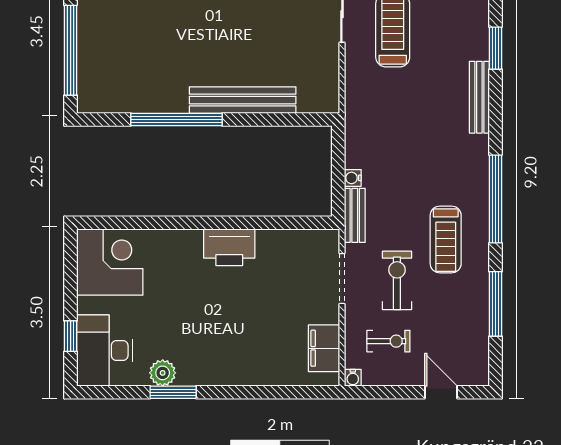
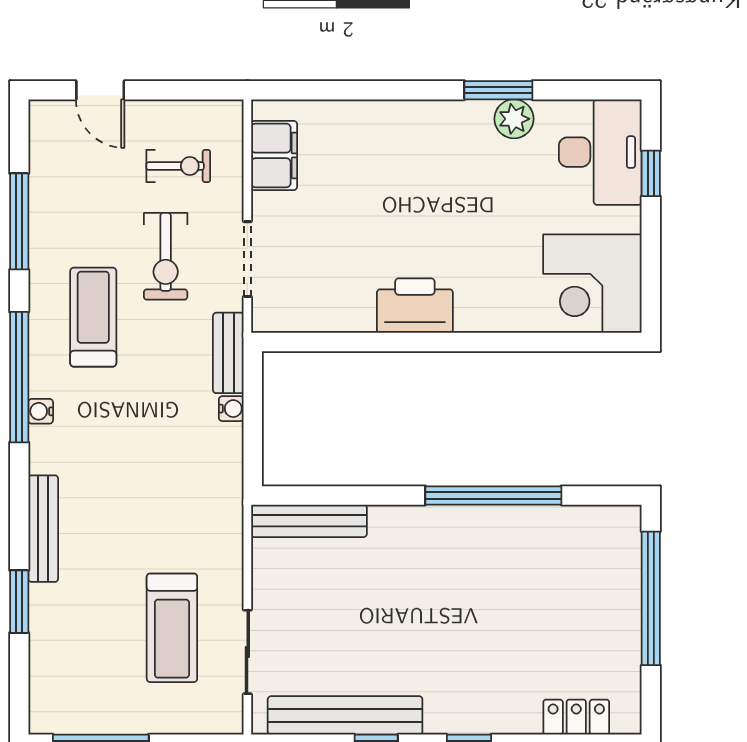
bench: (243, 100) -> (309, 521), moved, width x0.73, depth x0.82
exercise bike: (388, 341) -> (178, 166), turned 180
water cooler: (353, 378) -> (41, 411), moved, turned -90

